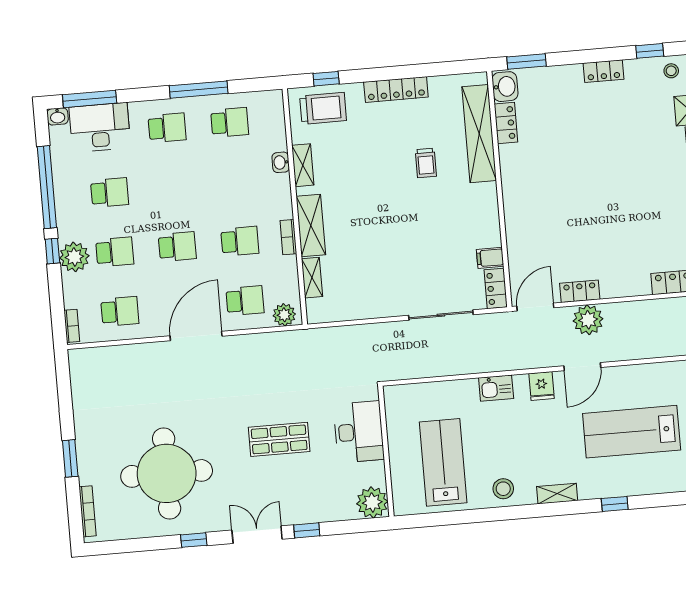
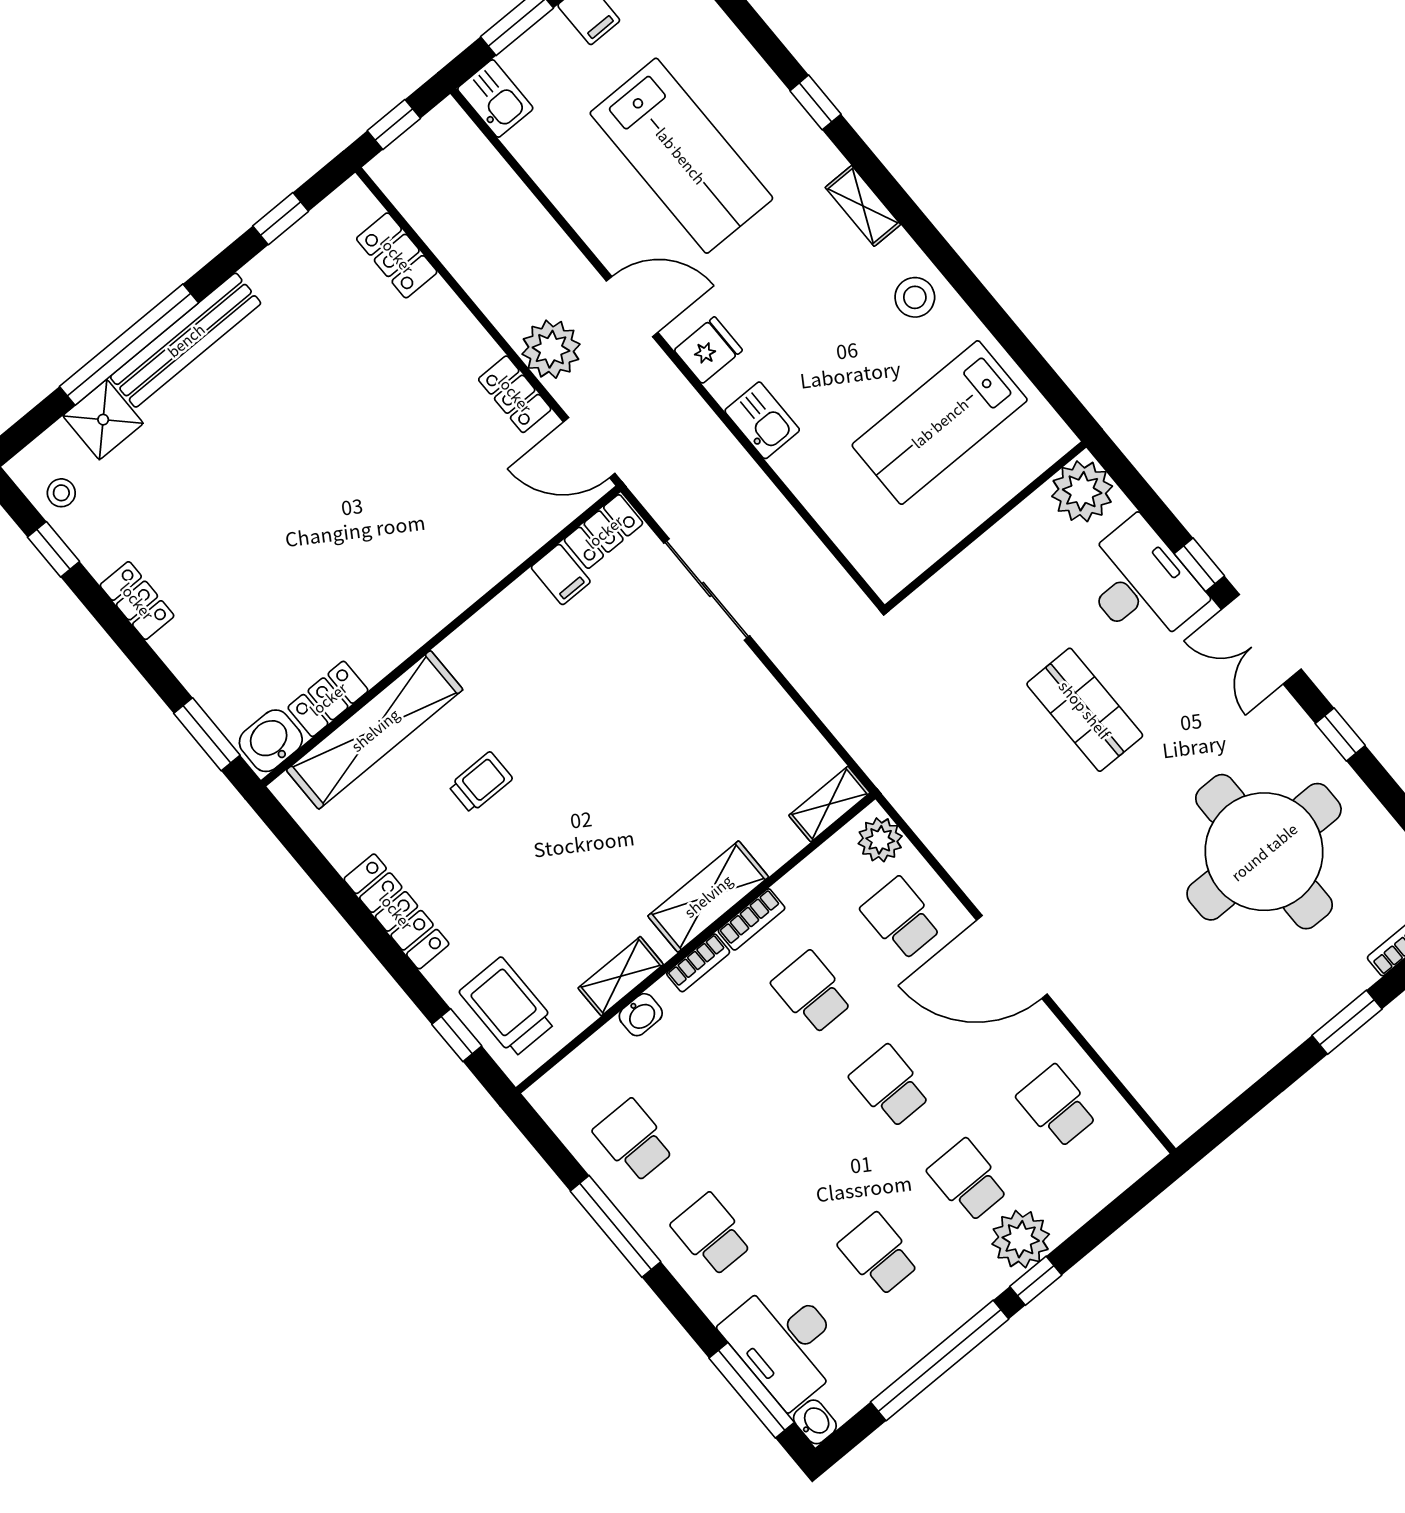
shelving: (312, 278) -> (829, 804), moved
bookcase: (72, 326) -> (698, 963), moved, turned 180
desk: (359, 432) -> (1140, 584), moved, turned 90

